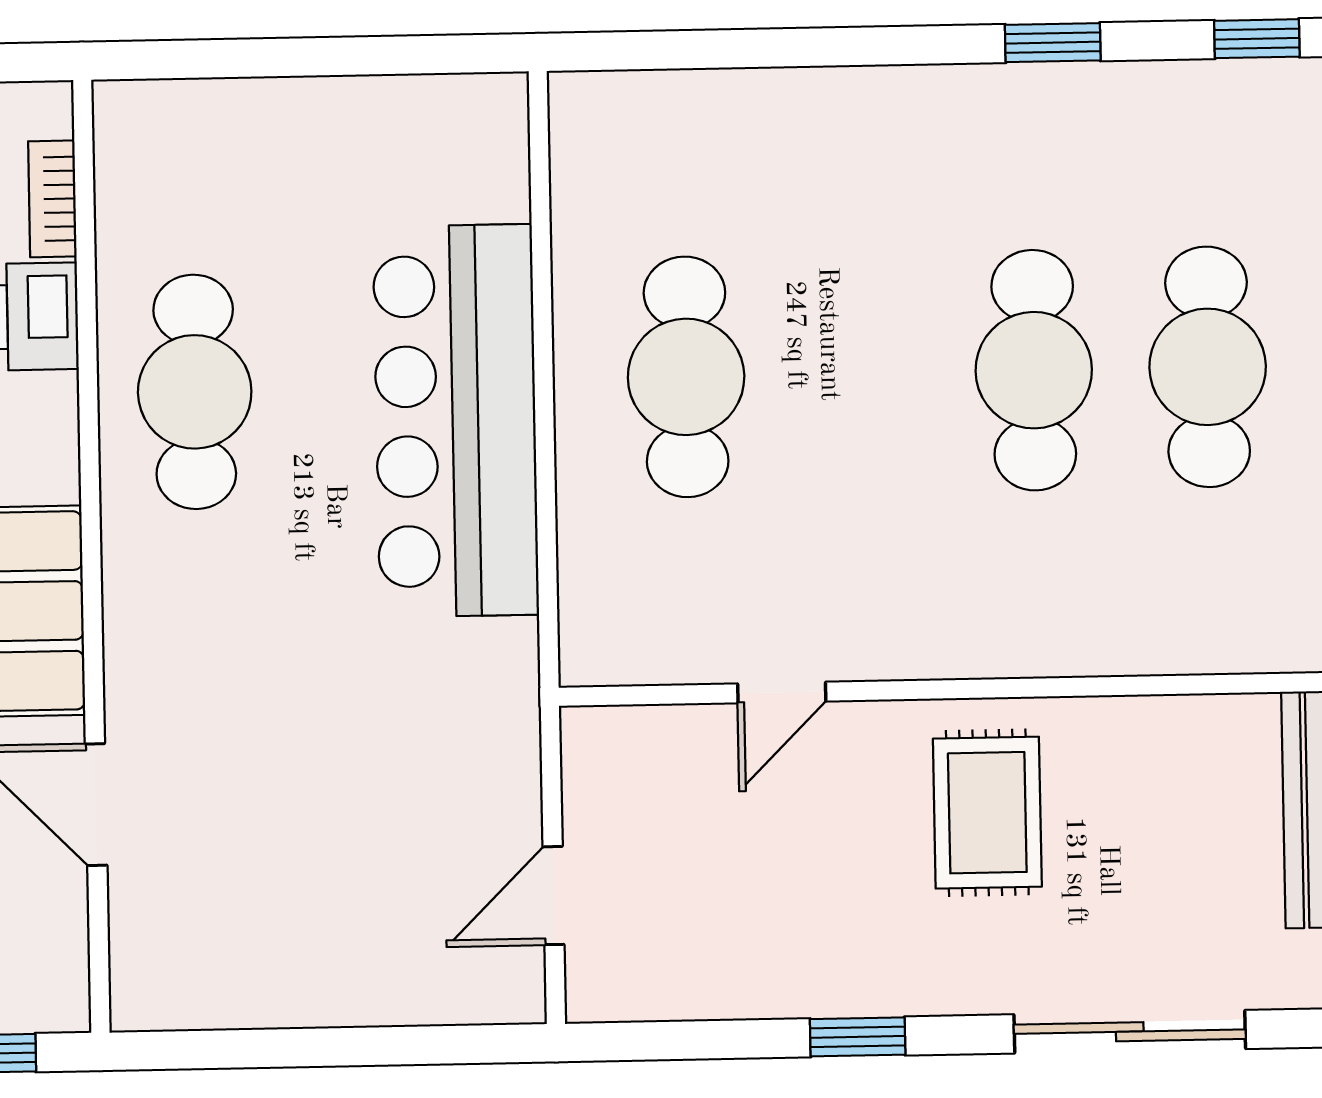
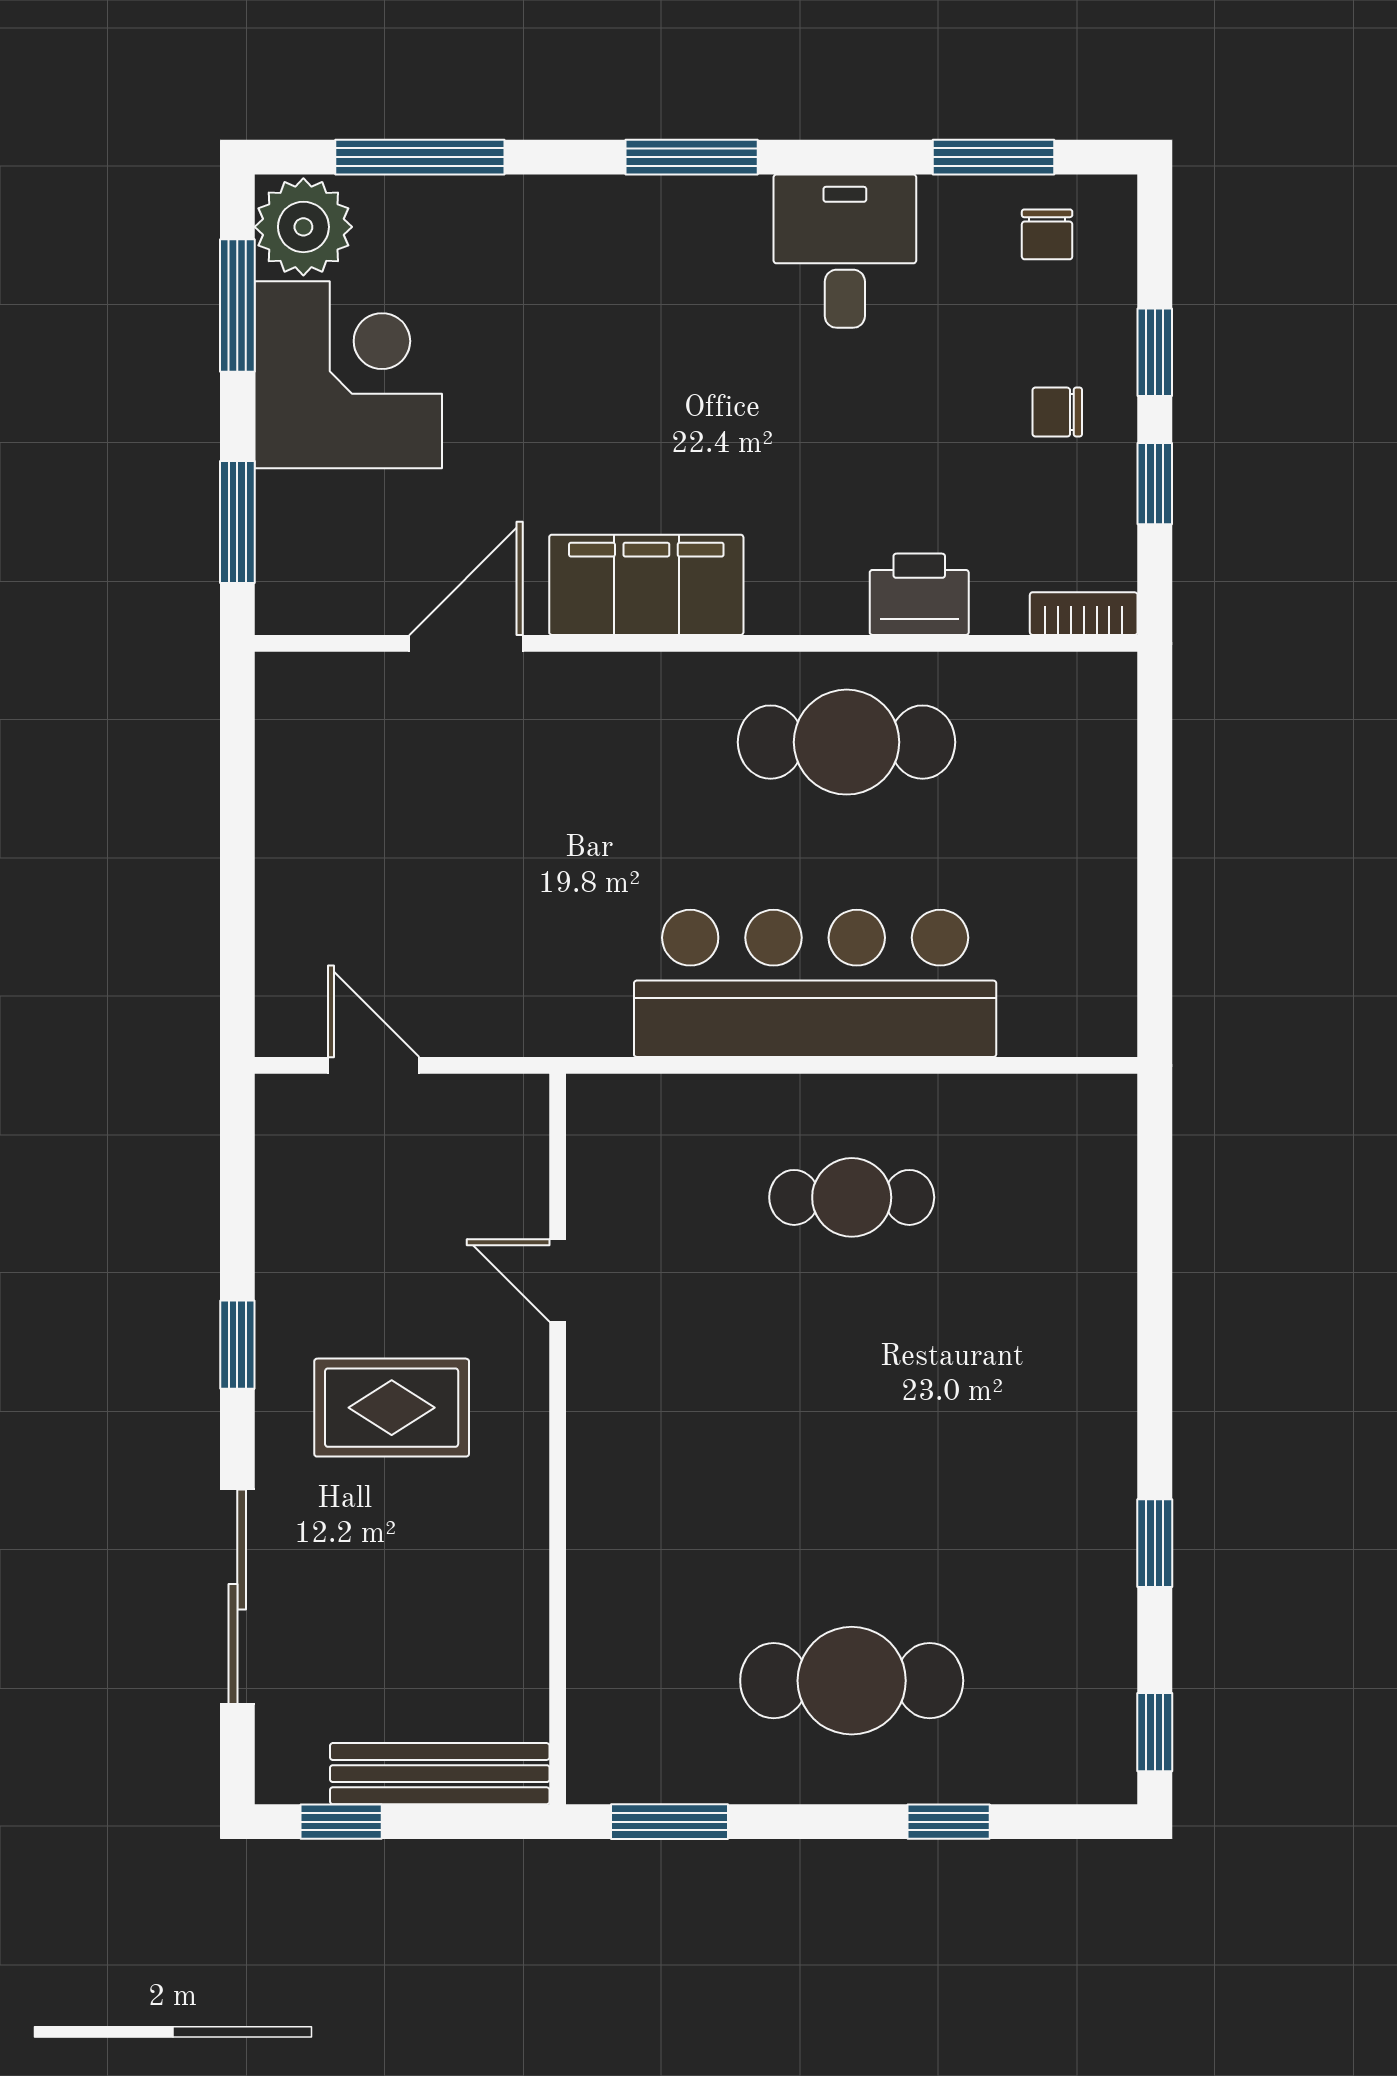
bookcase: (52, 199) -> (1084, 614), moved
cafe table: (1034, 370) -> (852, 1520), removed
cafe table: (686, 377) -> (852, 1197), width x0.73, depth x0.74
rug: (987, 813) -> (392, 1408), moved

